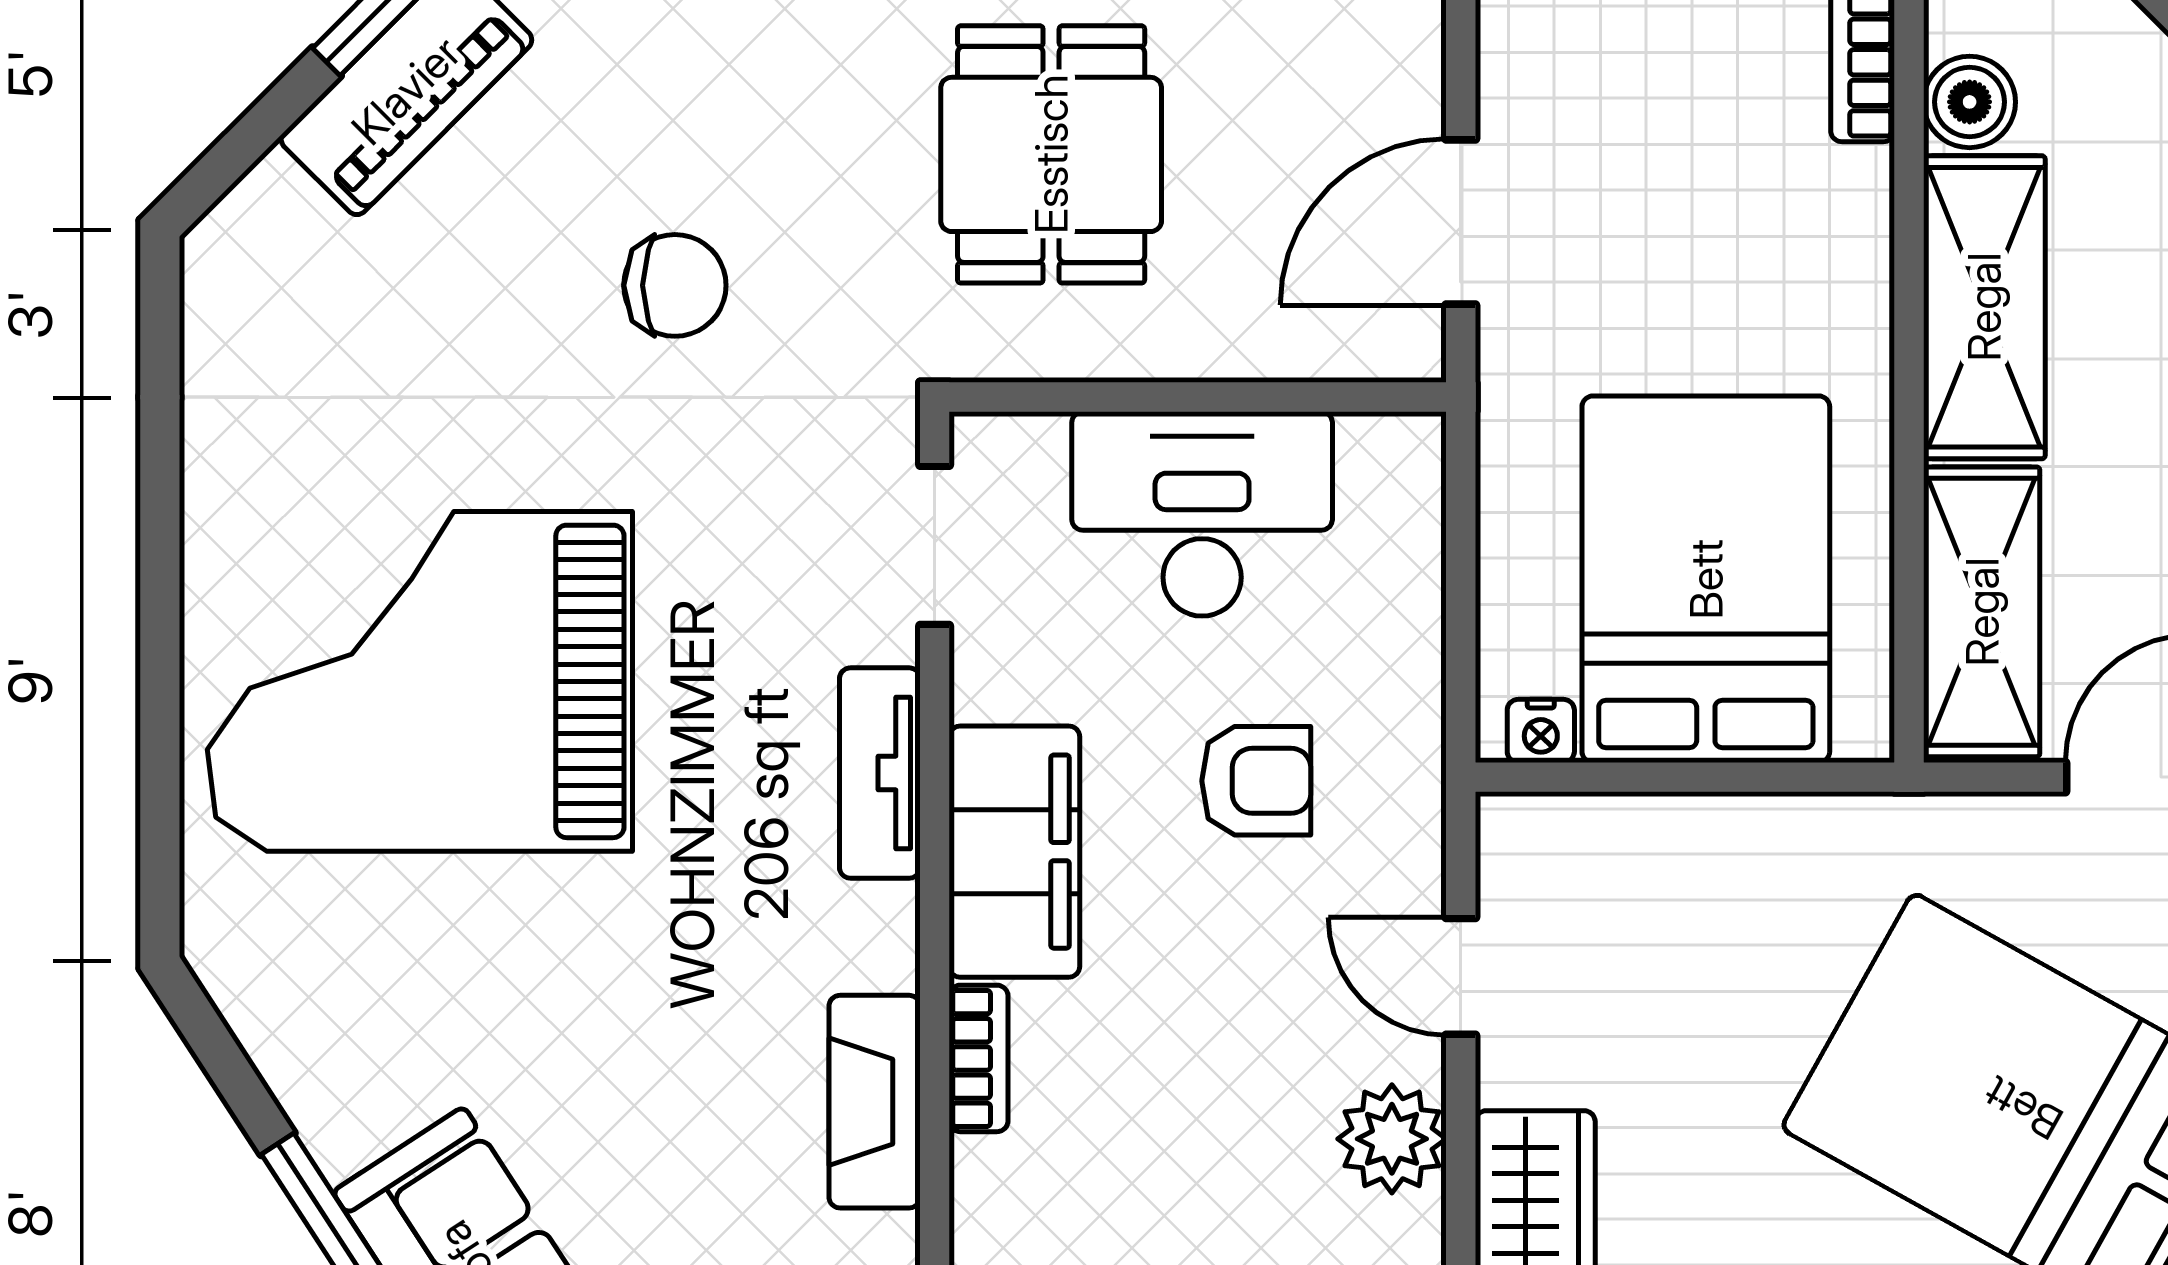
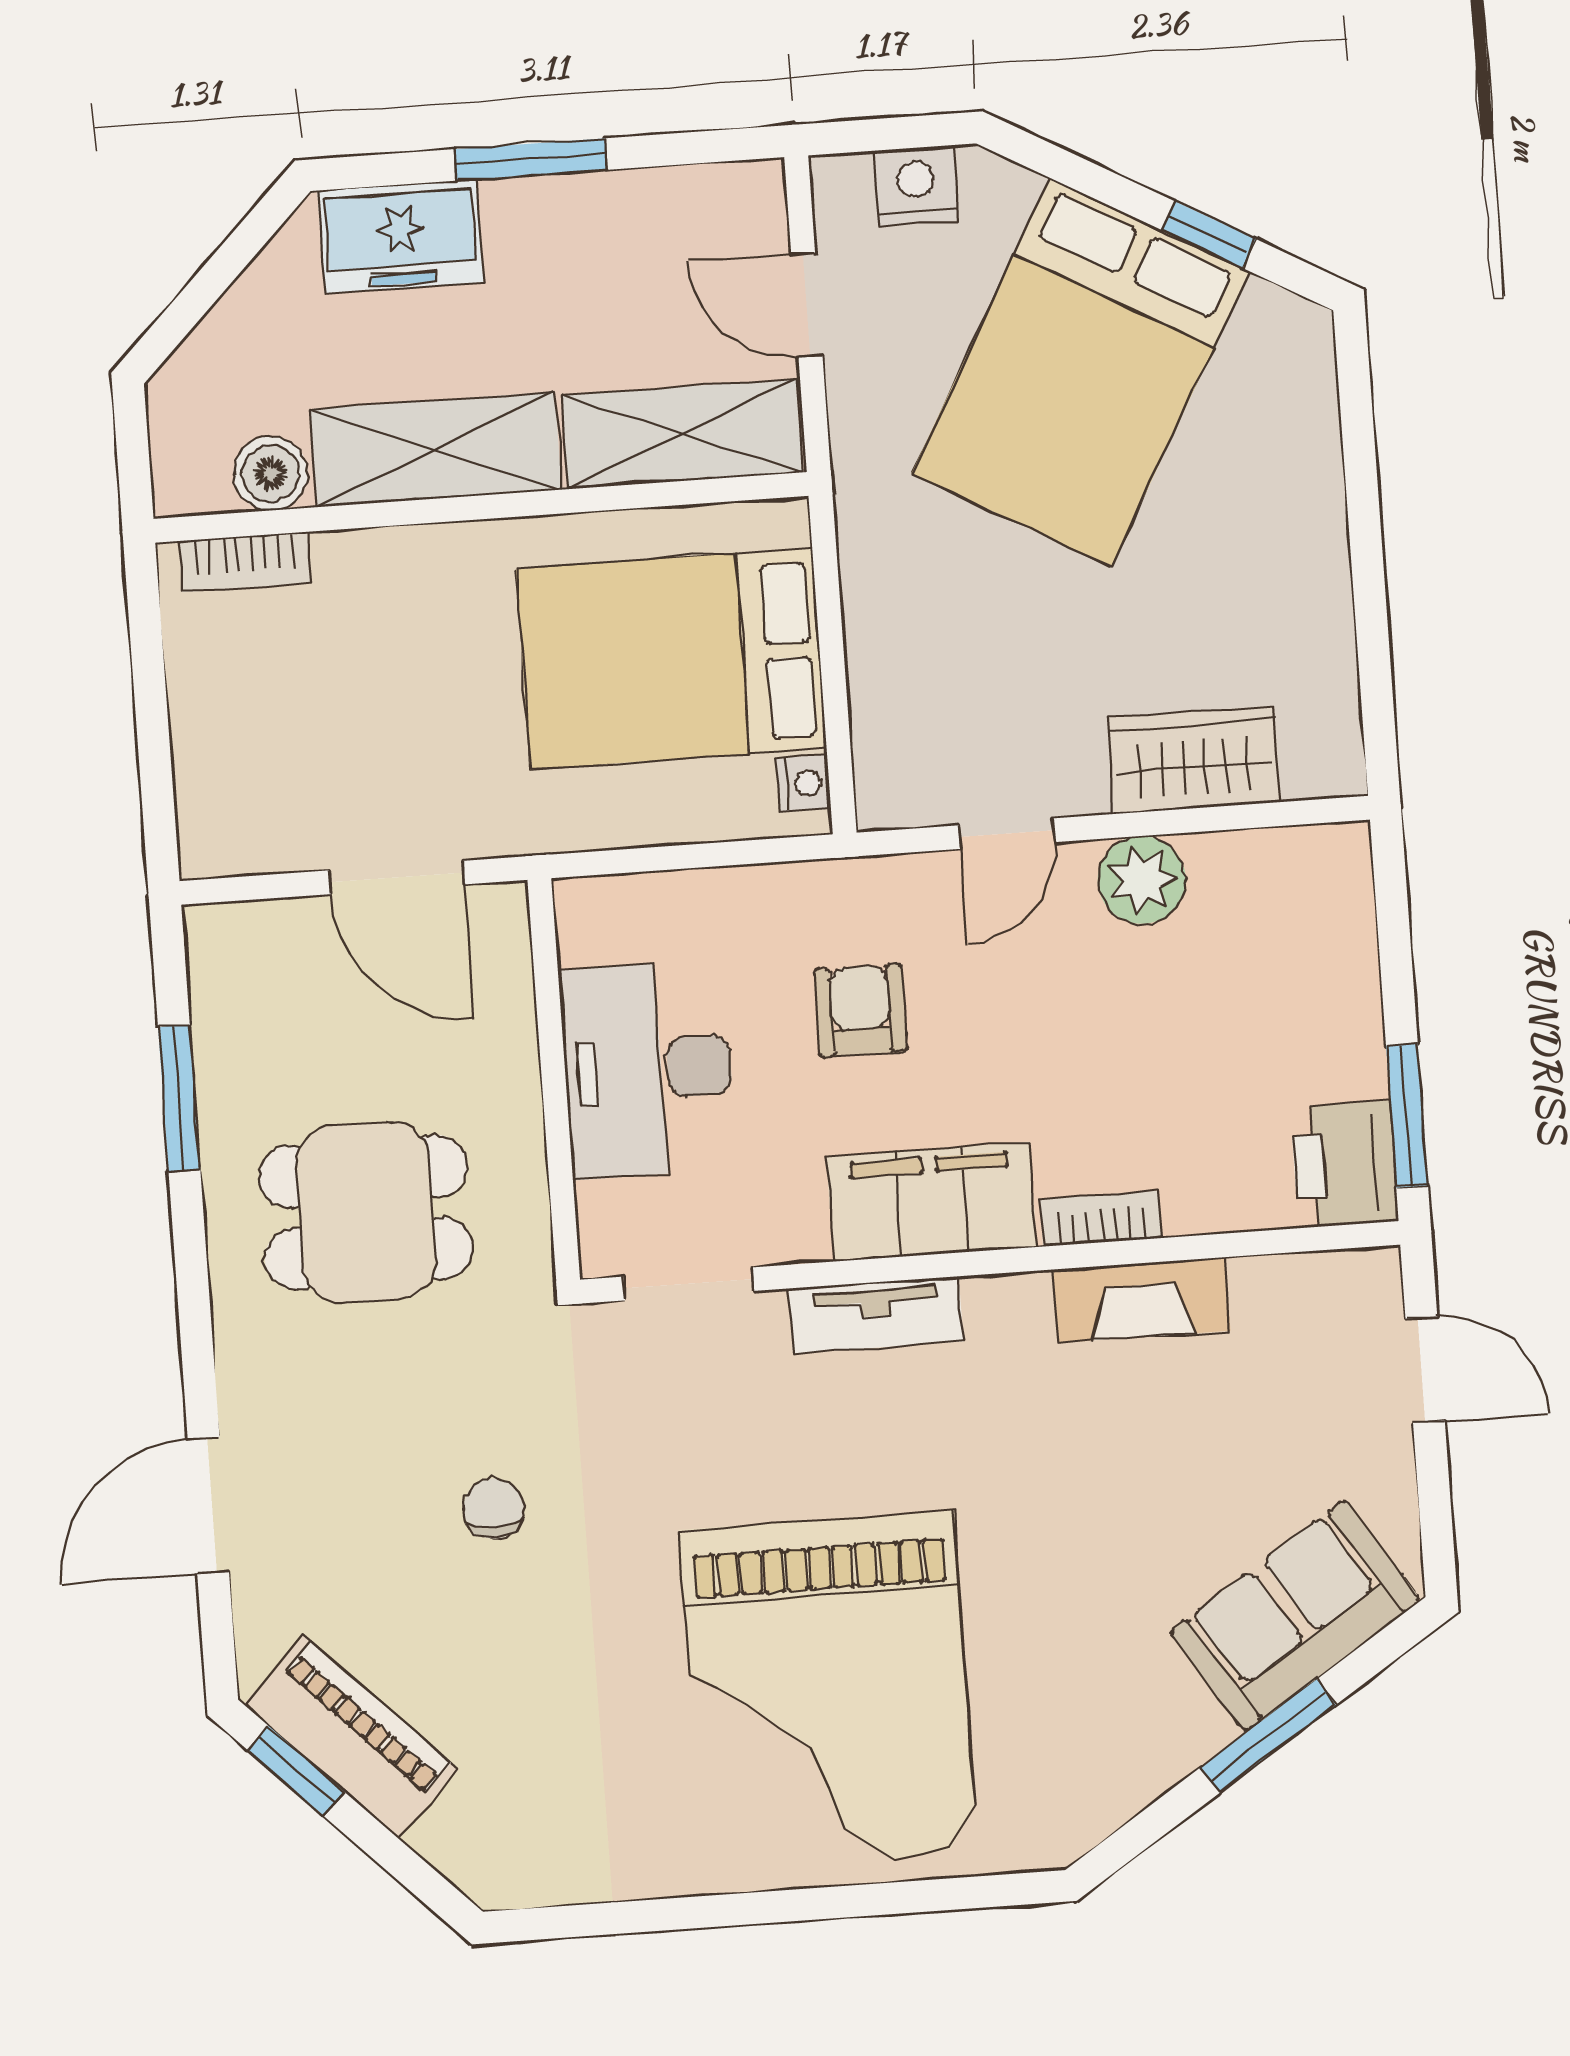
chair: (675, 285) -> (494, 1509), width x0.73, depth x0.73

